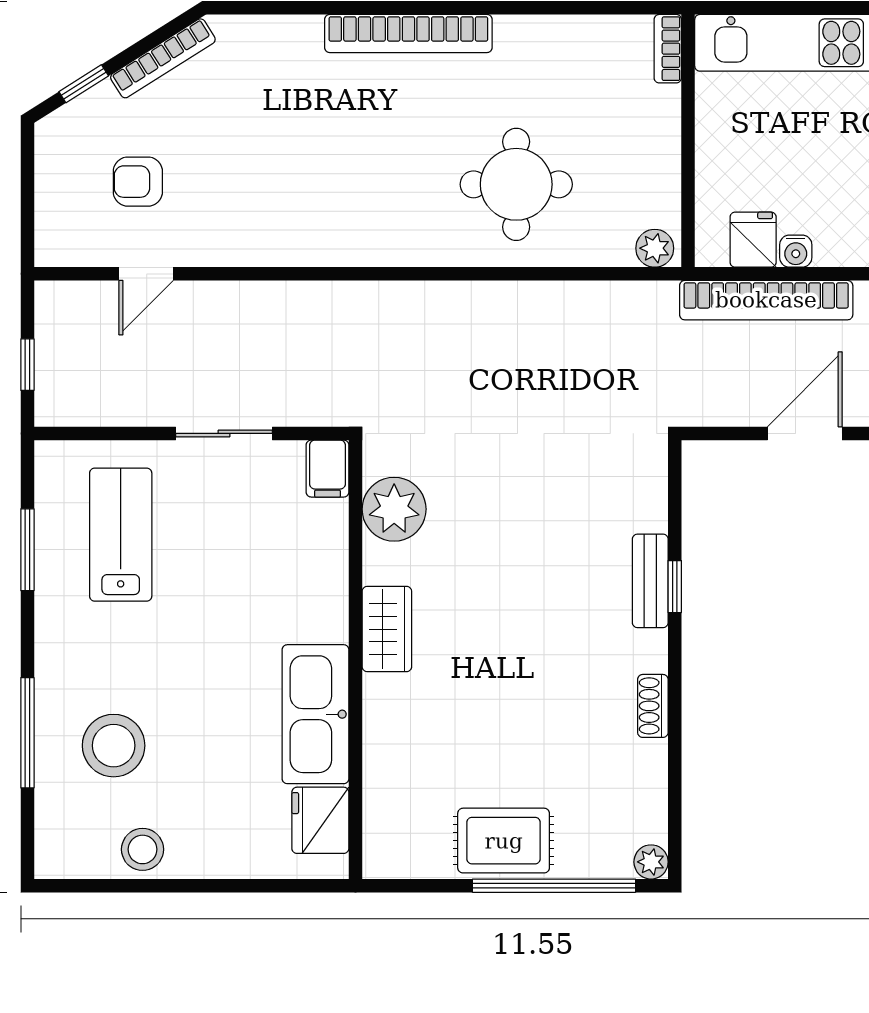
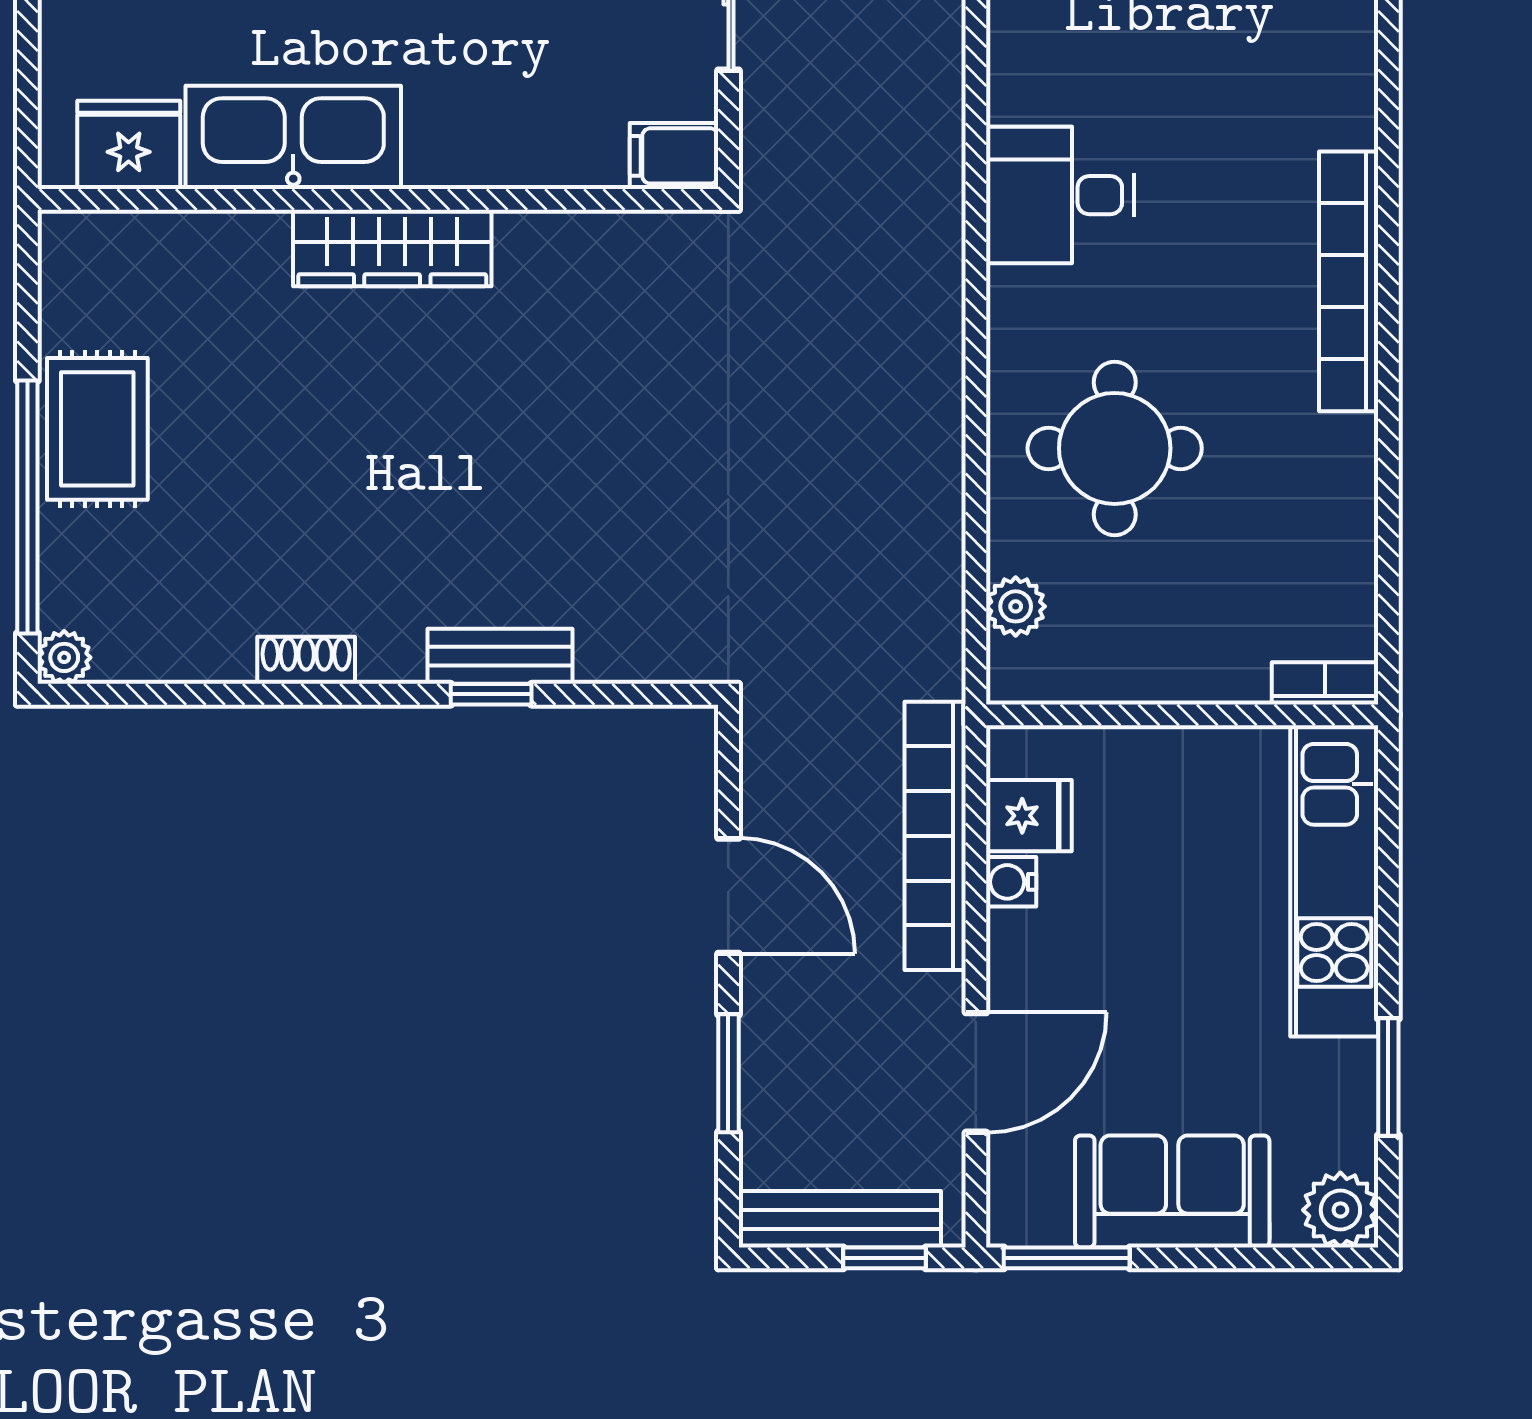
desk: (353, 220) -> (1060, 195), added
plant: (655, 248) -> (1016, 606), moved
plant: (394, 509) -> (611, 259), removed
wardrobe: (387, 629) -> (392, 248), width x1.50

